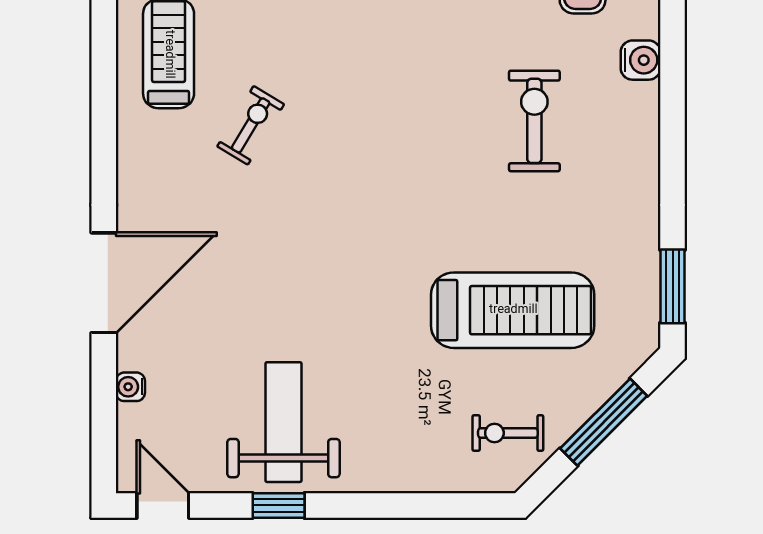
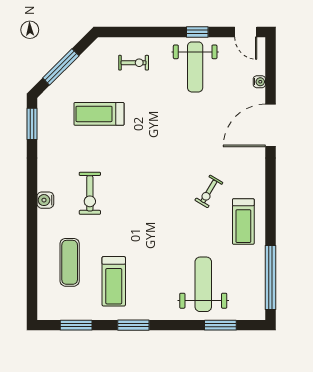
water cooler: (641, 60) -> (45, 200), moved
treadmill: (513, 310) -> (99, 114), width x0.73, depth x0.73
exercise bike: (508, 433) -> (134, 63), moved

